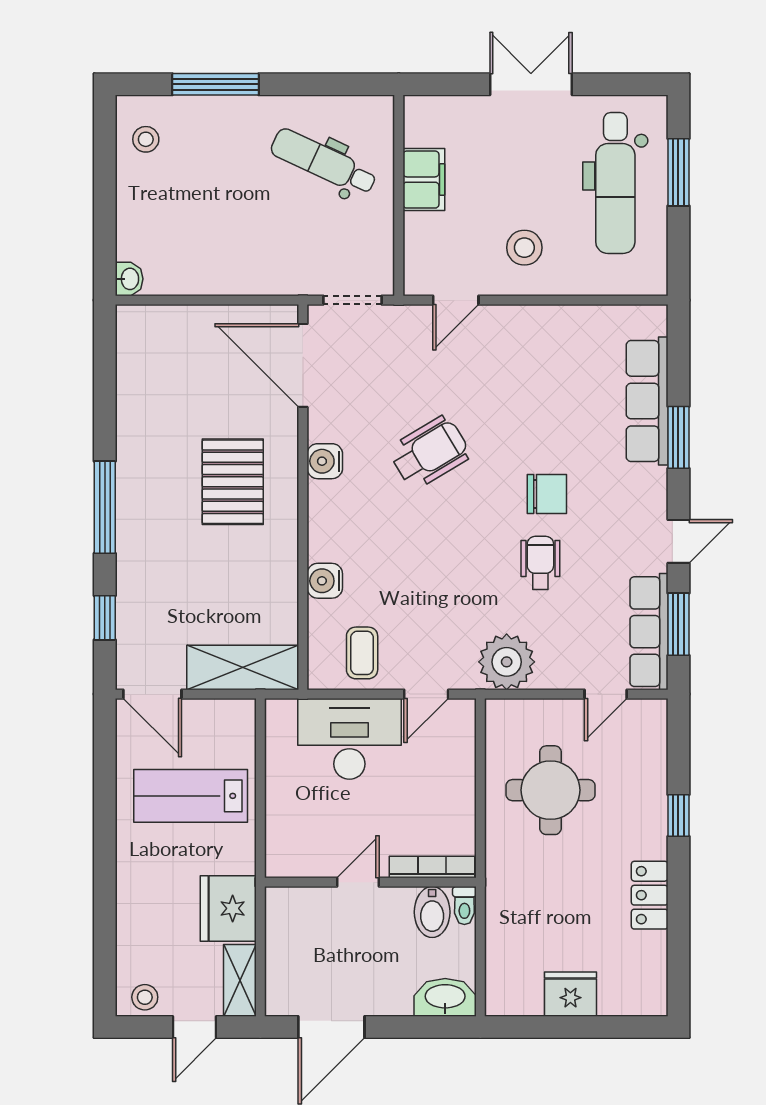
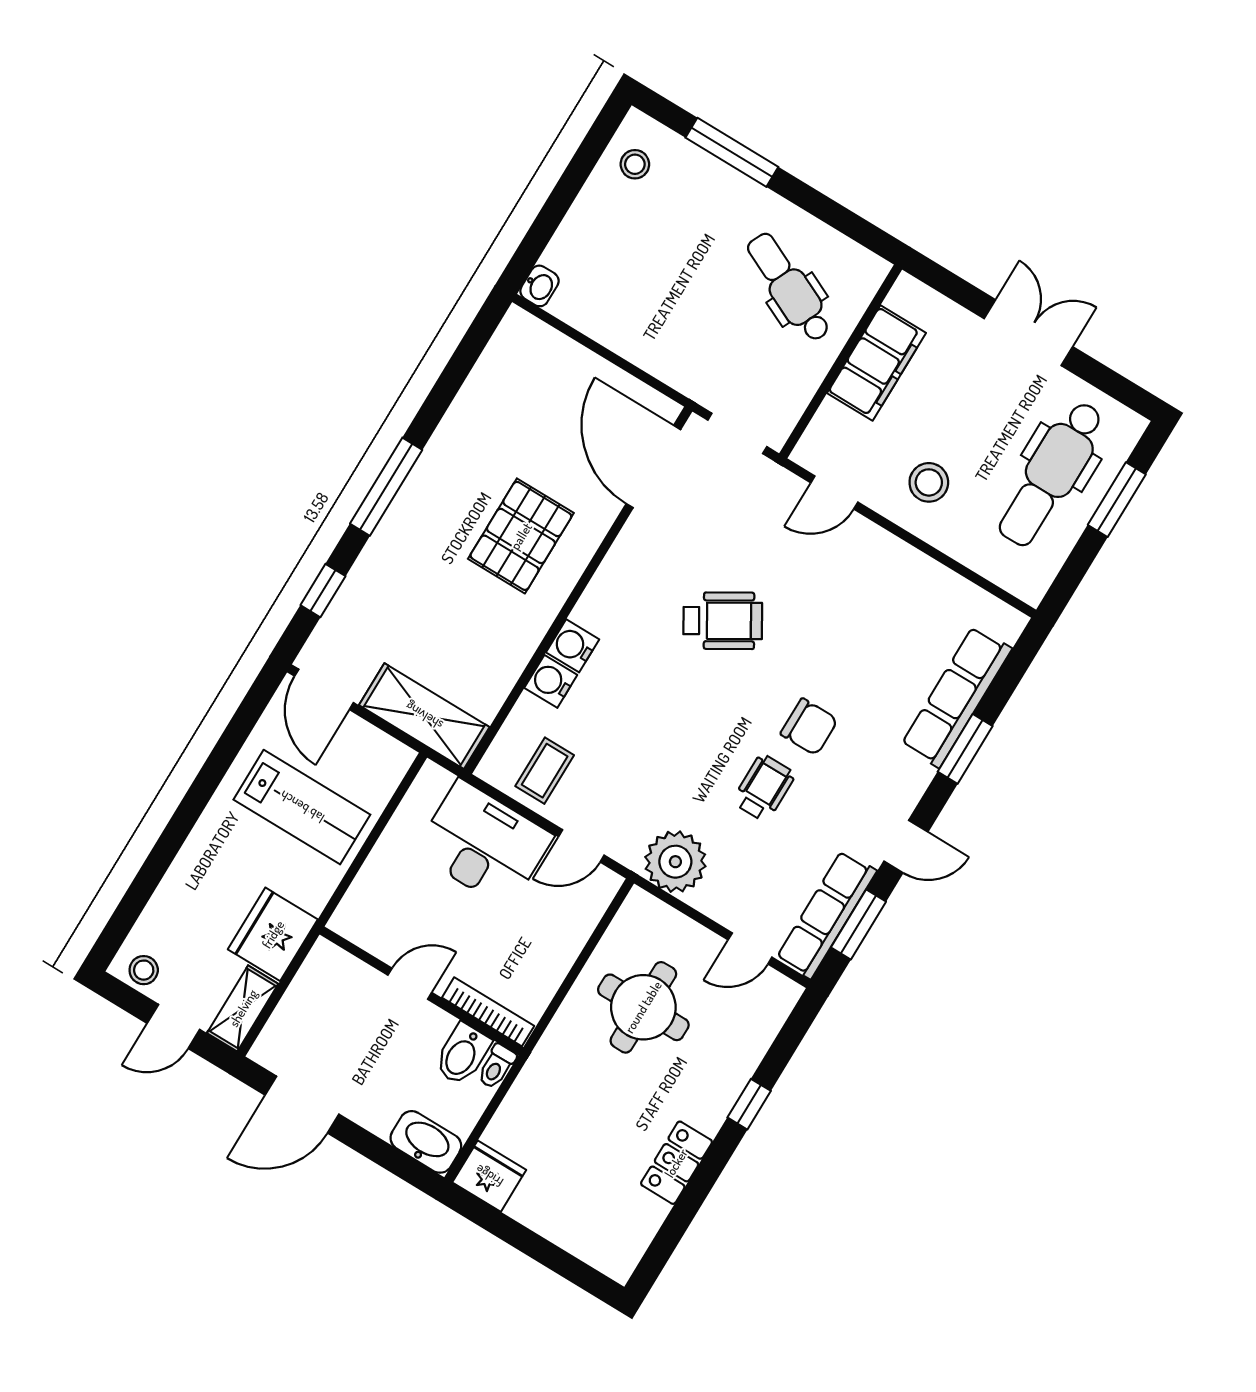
filing cabinet: (424, 180) -> (876, 363), width x1.50, depth x1.17
water cooler: (325, 461) -> (573, 646), moved
lab bench: (191, 796) -> (302, 807), turned 180
fridge: (570, 994) -> (489, 1176), moved

